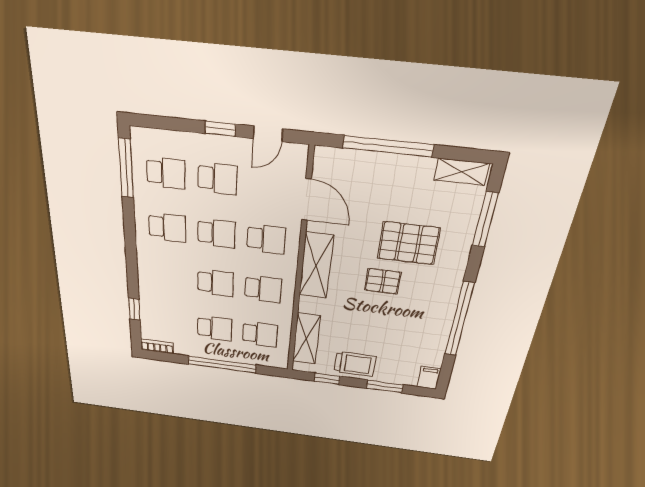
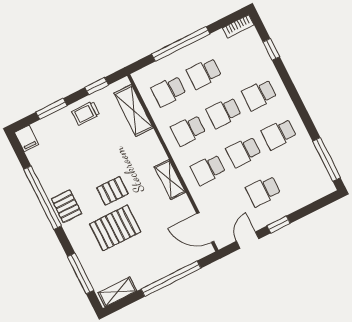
school desk: (166, 173) -> (259, 95), moved
door: (306, 200) -> (205, 228), moved
shelving: (316, 266) -> (170, 180), width x0.67, depth x0.75
pallet: (442, 296) -> (67, 206), added
trolley: (355, 364) -> (86, 113), width x0.73, depth x0.72

